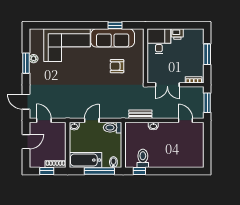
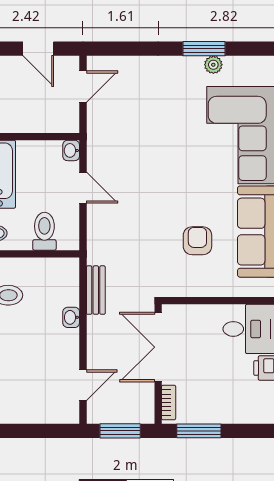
window: (207, 54) -> (199, 431), moved
double door: (167, 85) -> (158, 347), width x1.37
door: (26, 102) -> (122, 49), removed
toilet: (112, 128) -> (44, 231), moved

